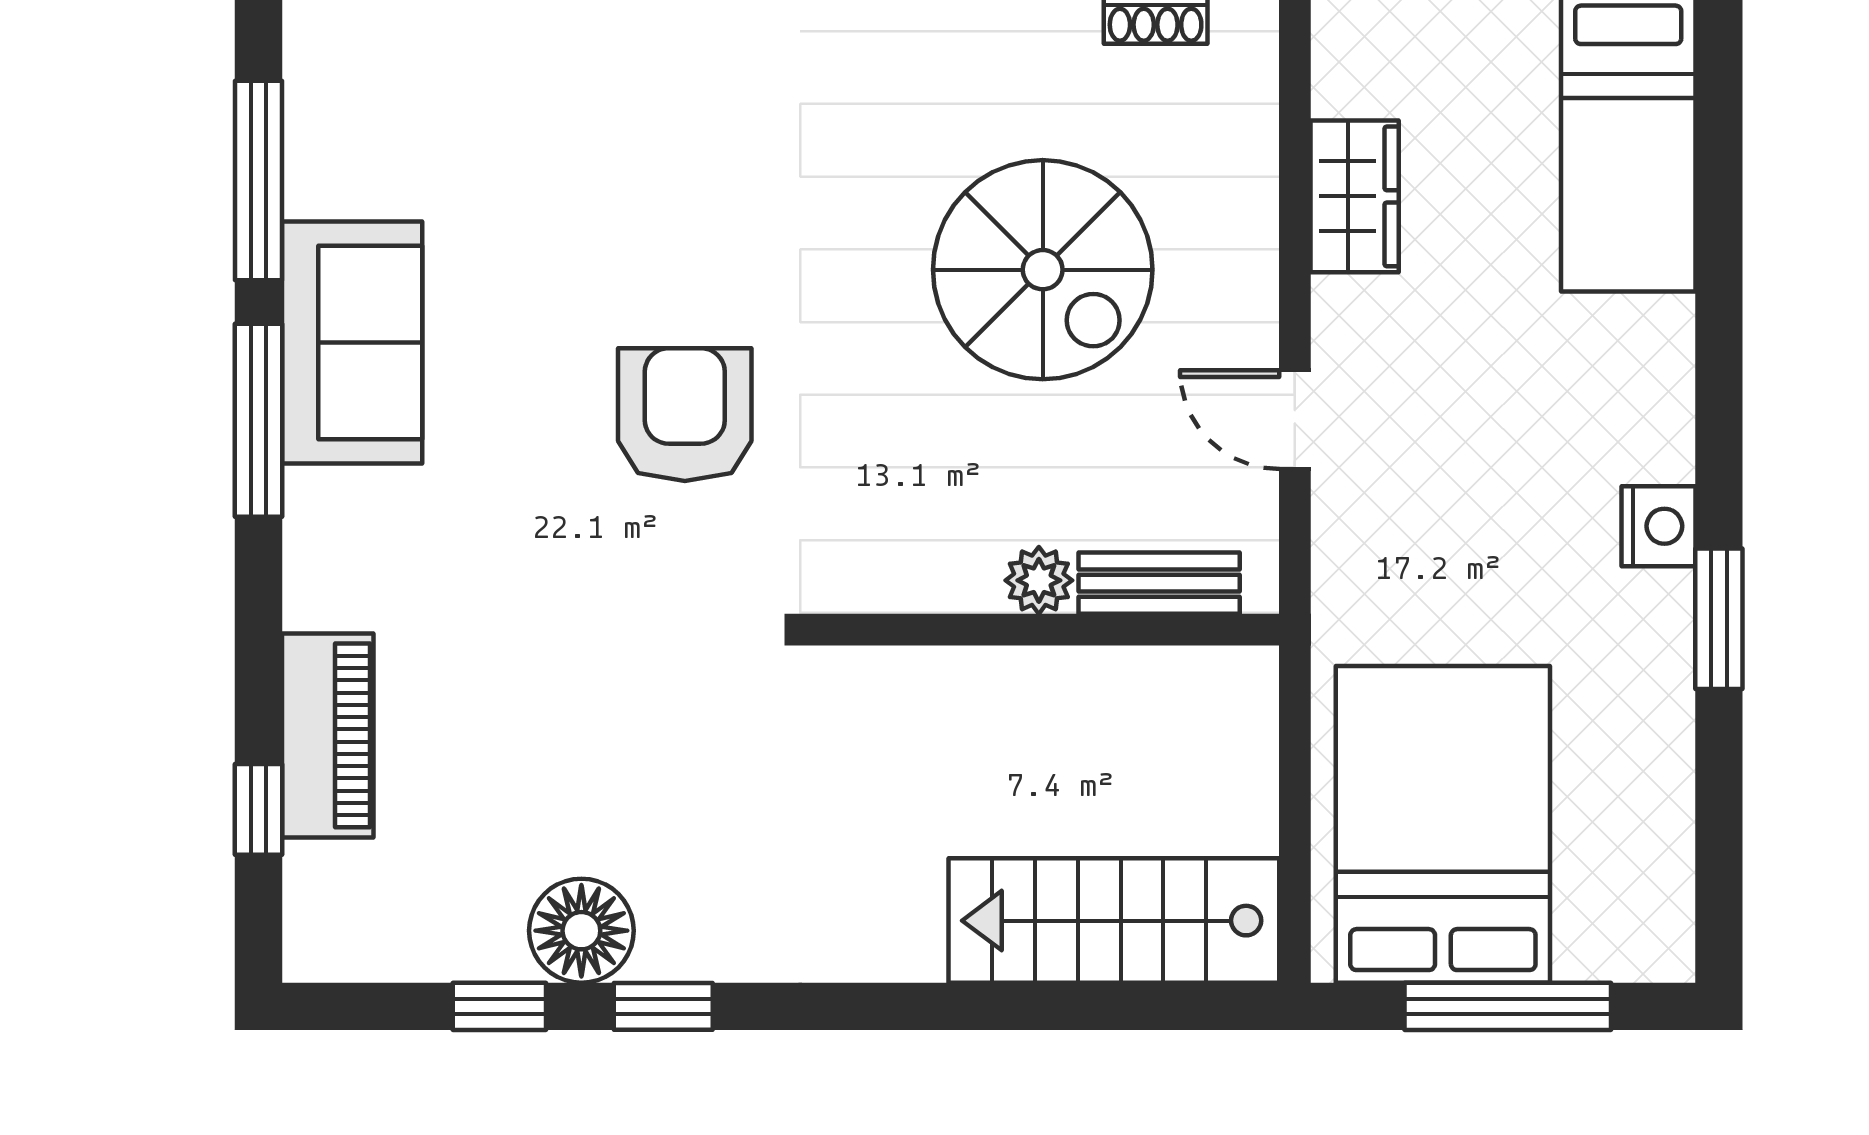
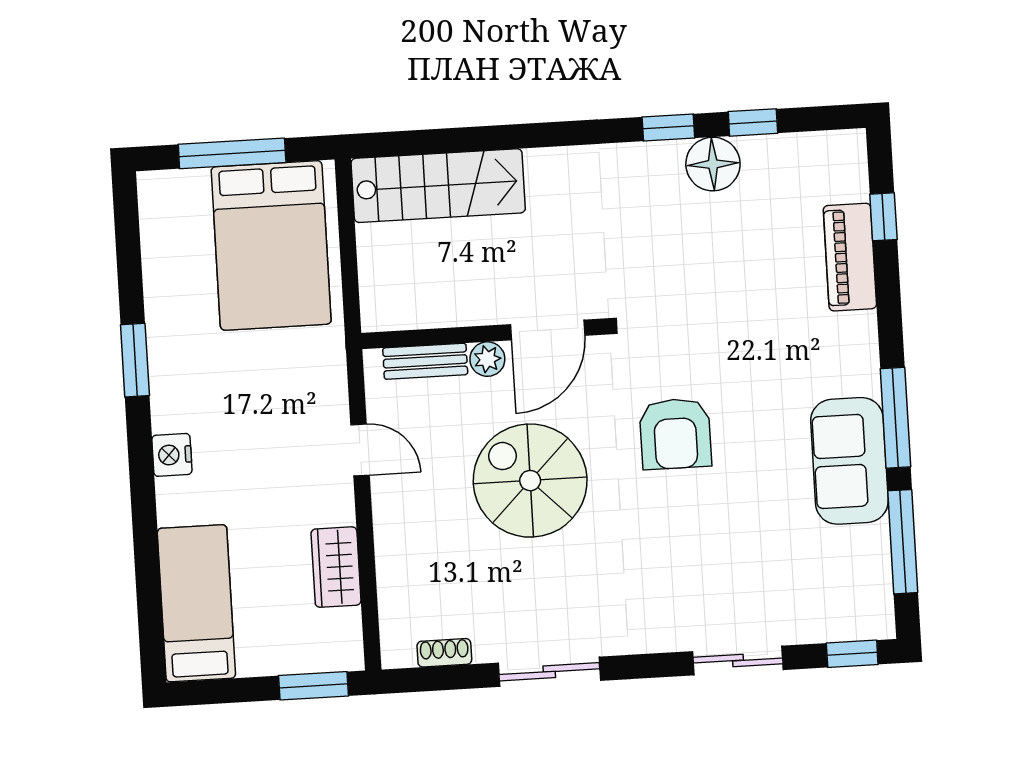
spiral stairs: (1043, 270) -> (530, 481), moved
nightstand: (1658, 526) -> (172, 455), moved
door: (919, 630) -> (548, 330), added

